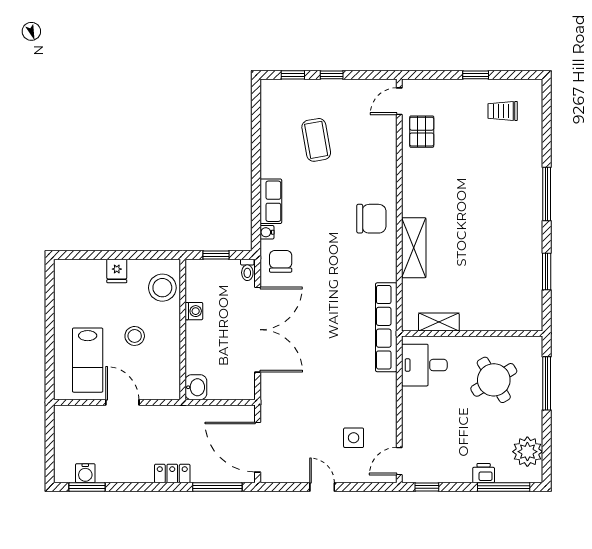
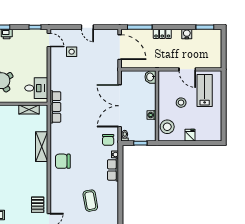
row of seats: (386, 327) -> (55, 107), width x0.73
door: (399, 461) -> (49, 40), hinge flipped
water cooler: (85, 473) -> (187, 34), moved

